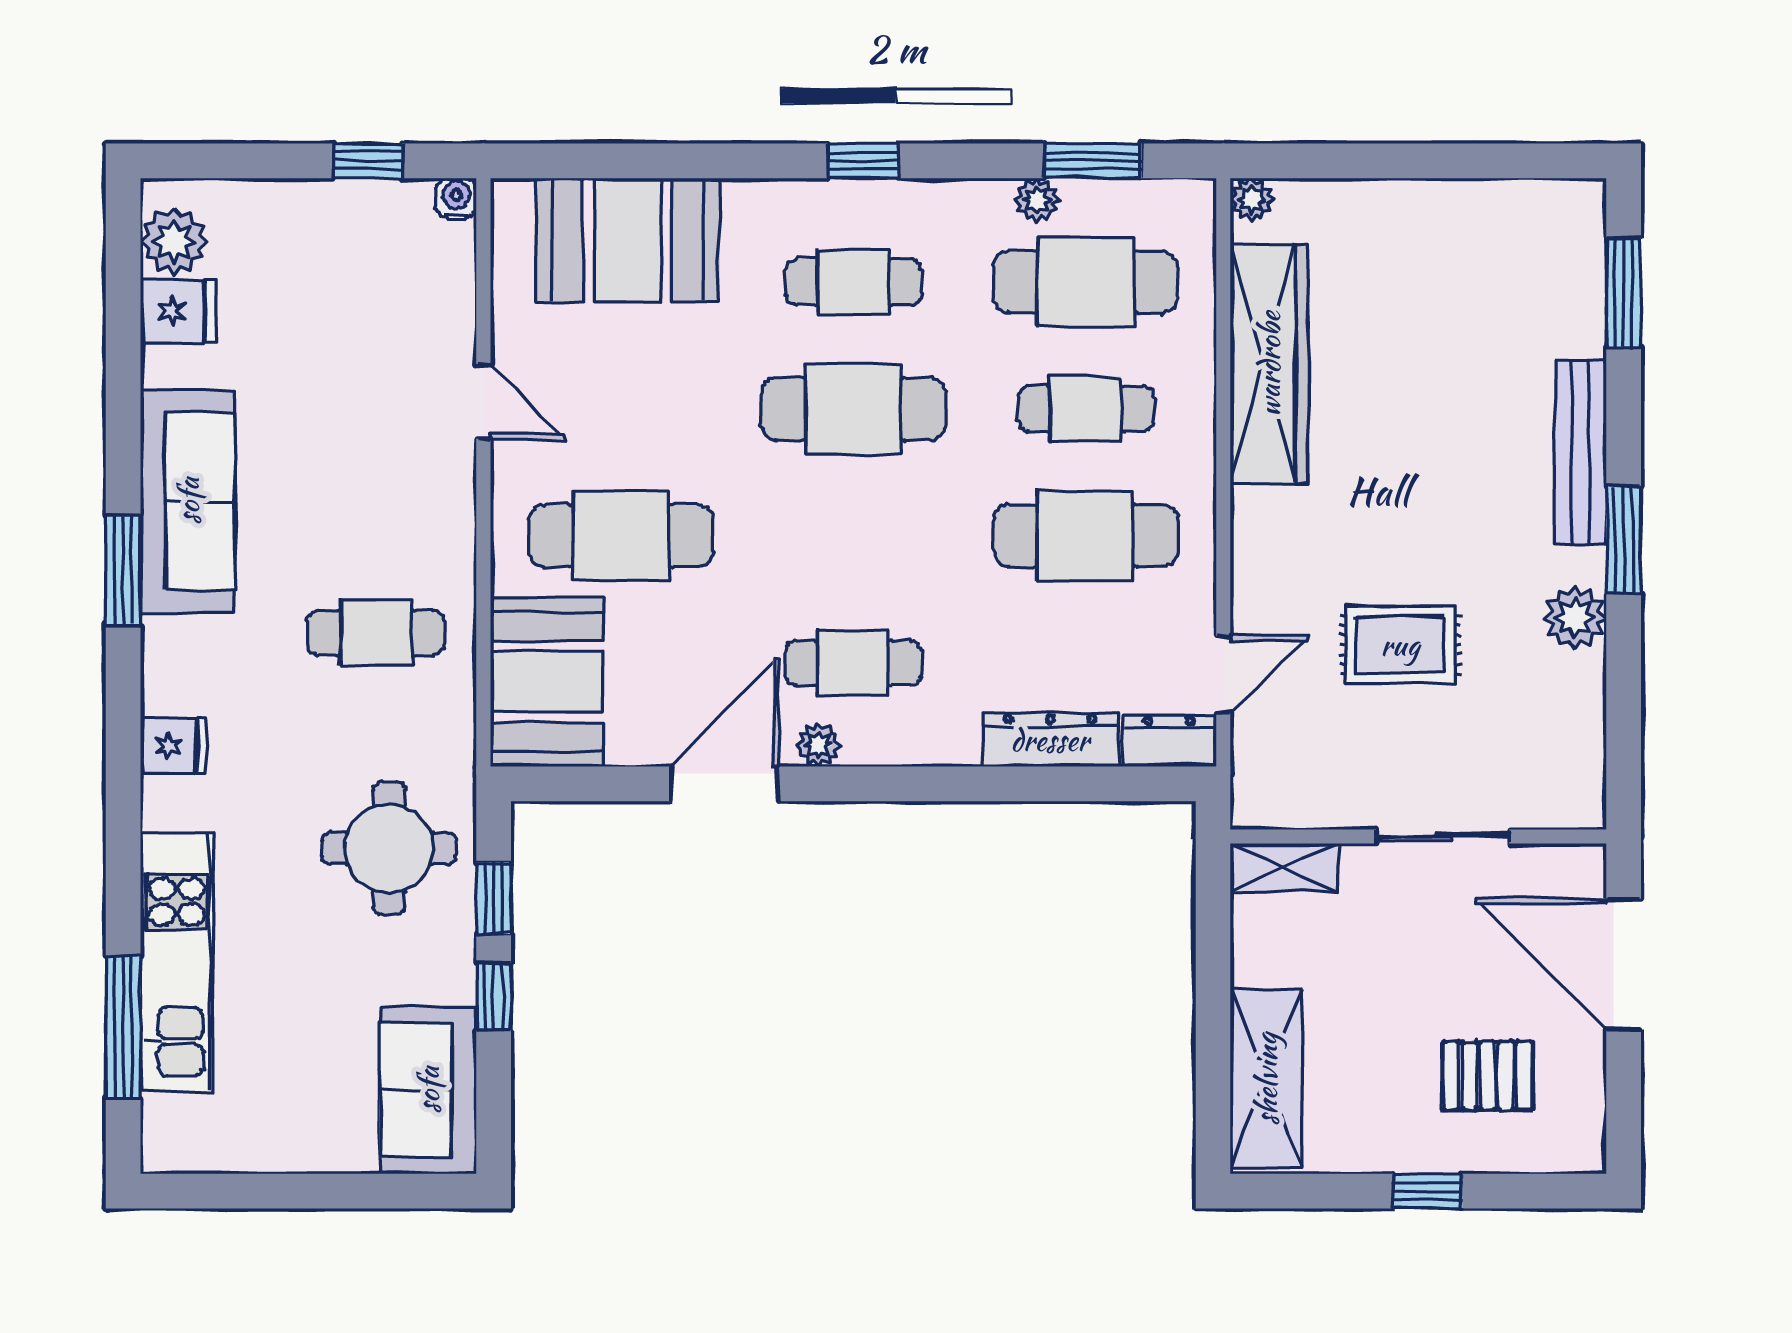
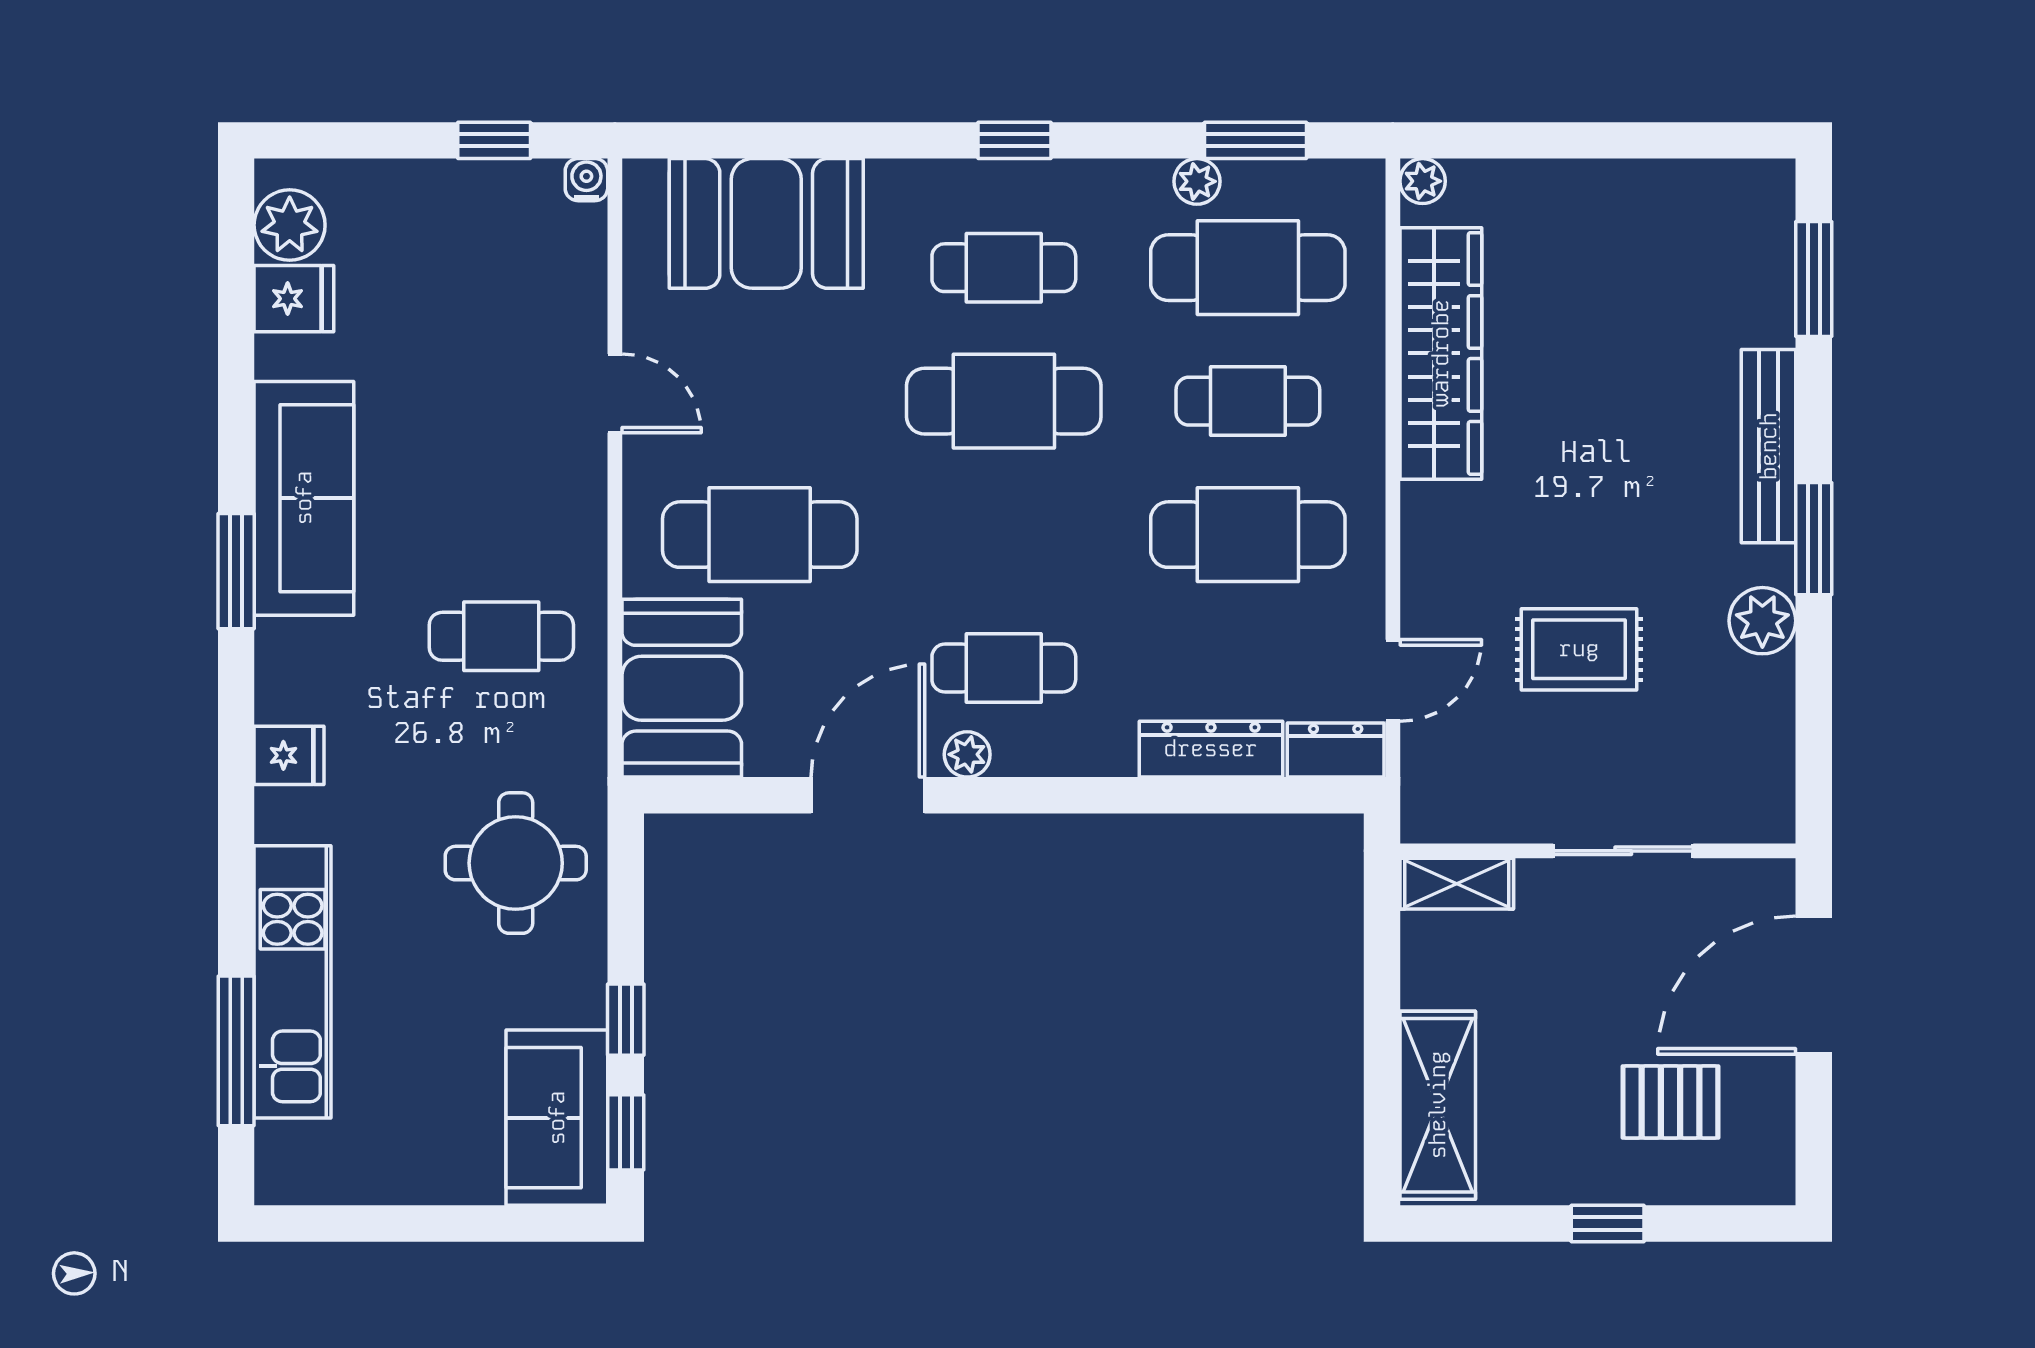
window: (494, 898) -> (626, 1132), moved
door: (1624, 964) -> (1814, 985), hinge flipped

